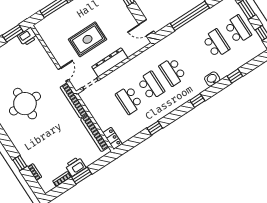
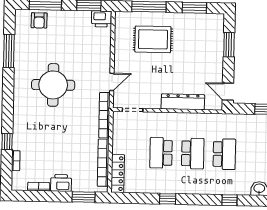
rug: (88, 39) -> (153, 39), moved
dresser: (110, 62) -> (183, 102), moved
school desk: (173, 72) -> (224, 154), turned 180
locker: (112, 138) -> (118, 174), width x1.53
window: (82, 176) -> (83, 197), moved

